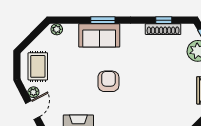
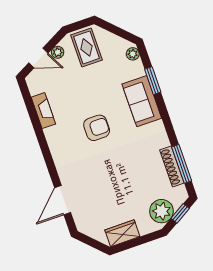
window: (103, 20) -> (153, 81), moved
window: (164, 20) -> (182, 164), width x2.17
rug: (38, 66) -> (87, 47), turned 90

